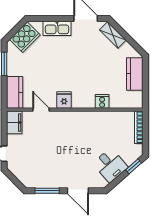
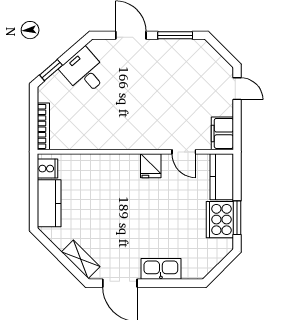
cooker: (25, 37) -> (220, 220), moved, turned -45
cooker: (102, 101) -> (47, 169), moved, turned -90

